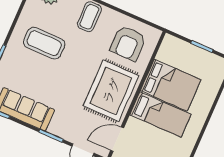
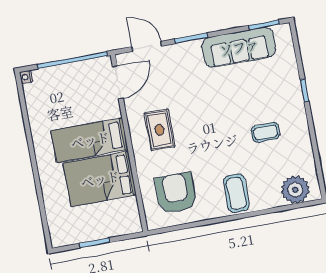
coffee table: (44, 43) -> (265, 132), width x0.54, depth x0.58
rug: (111, 91) -> (160, 130), width x0.54, depth x0.49

